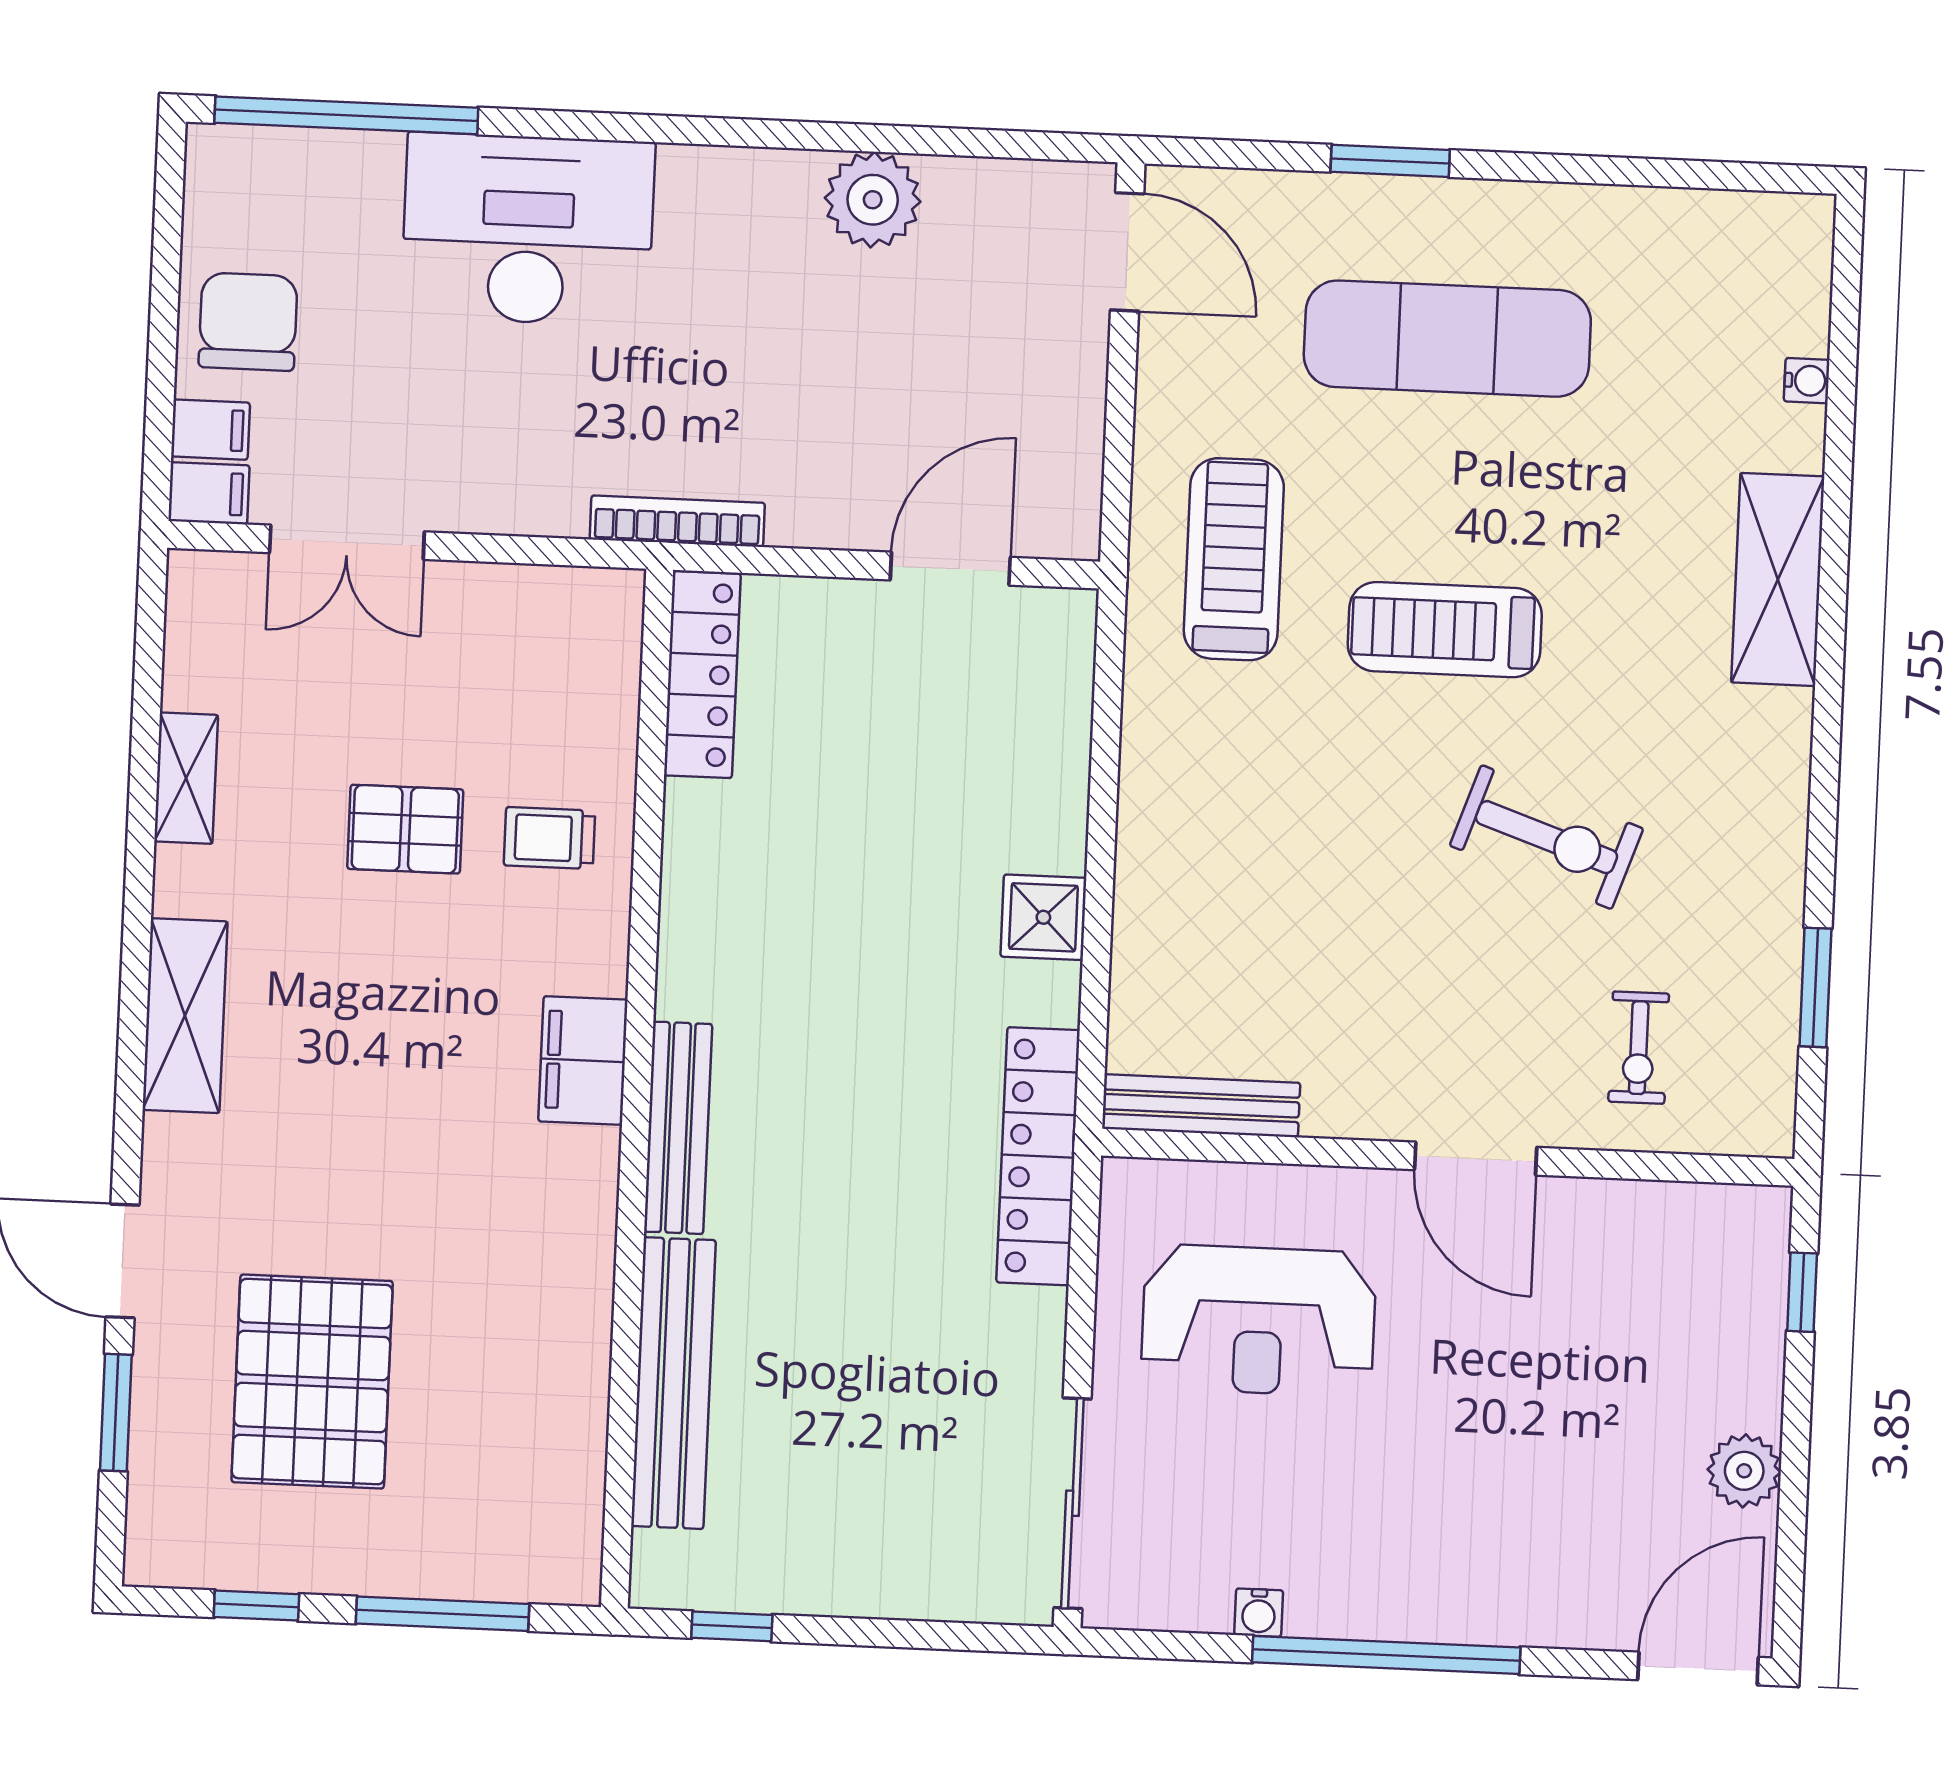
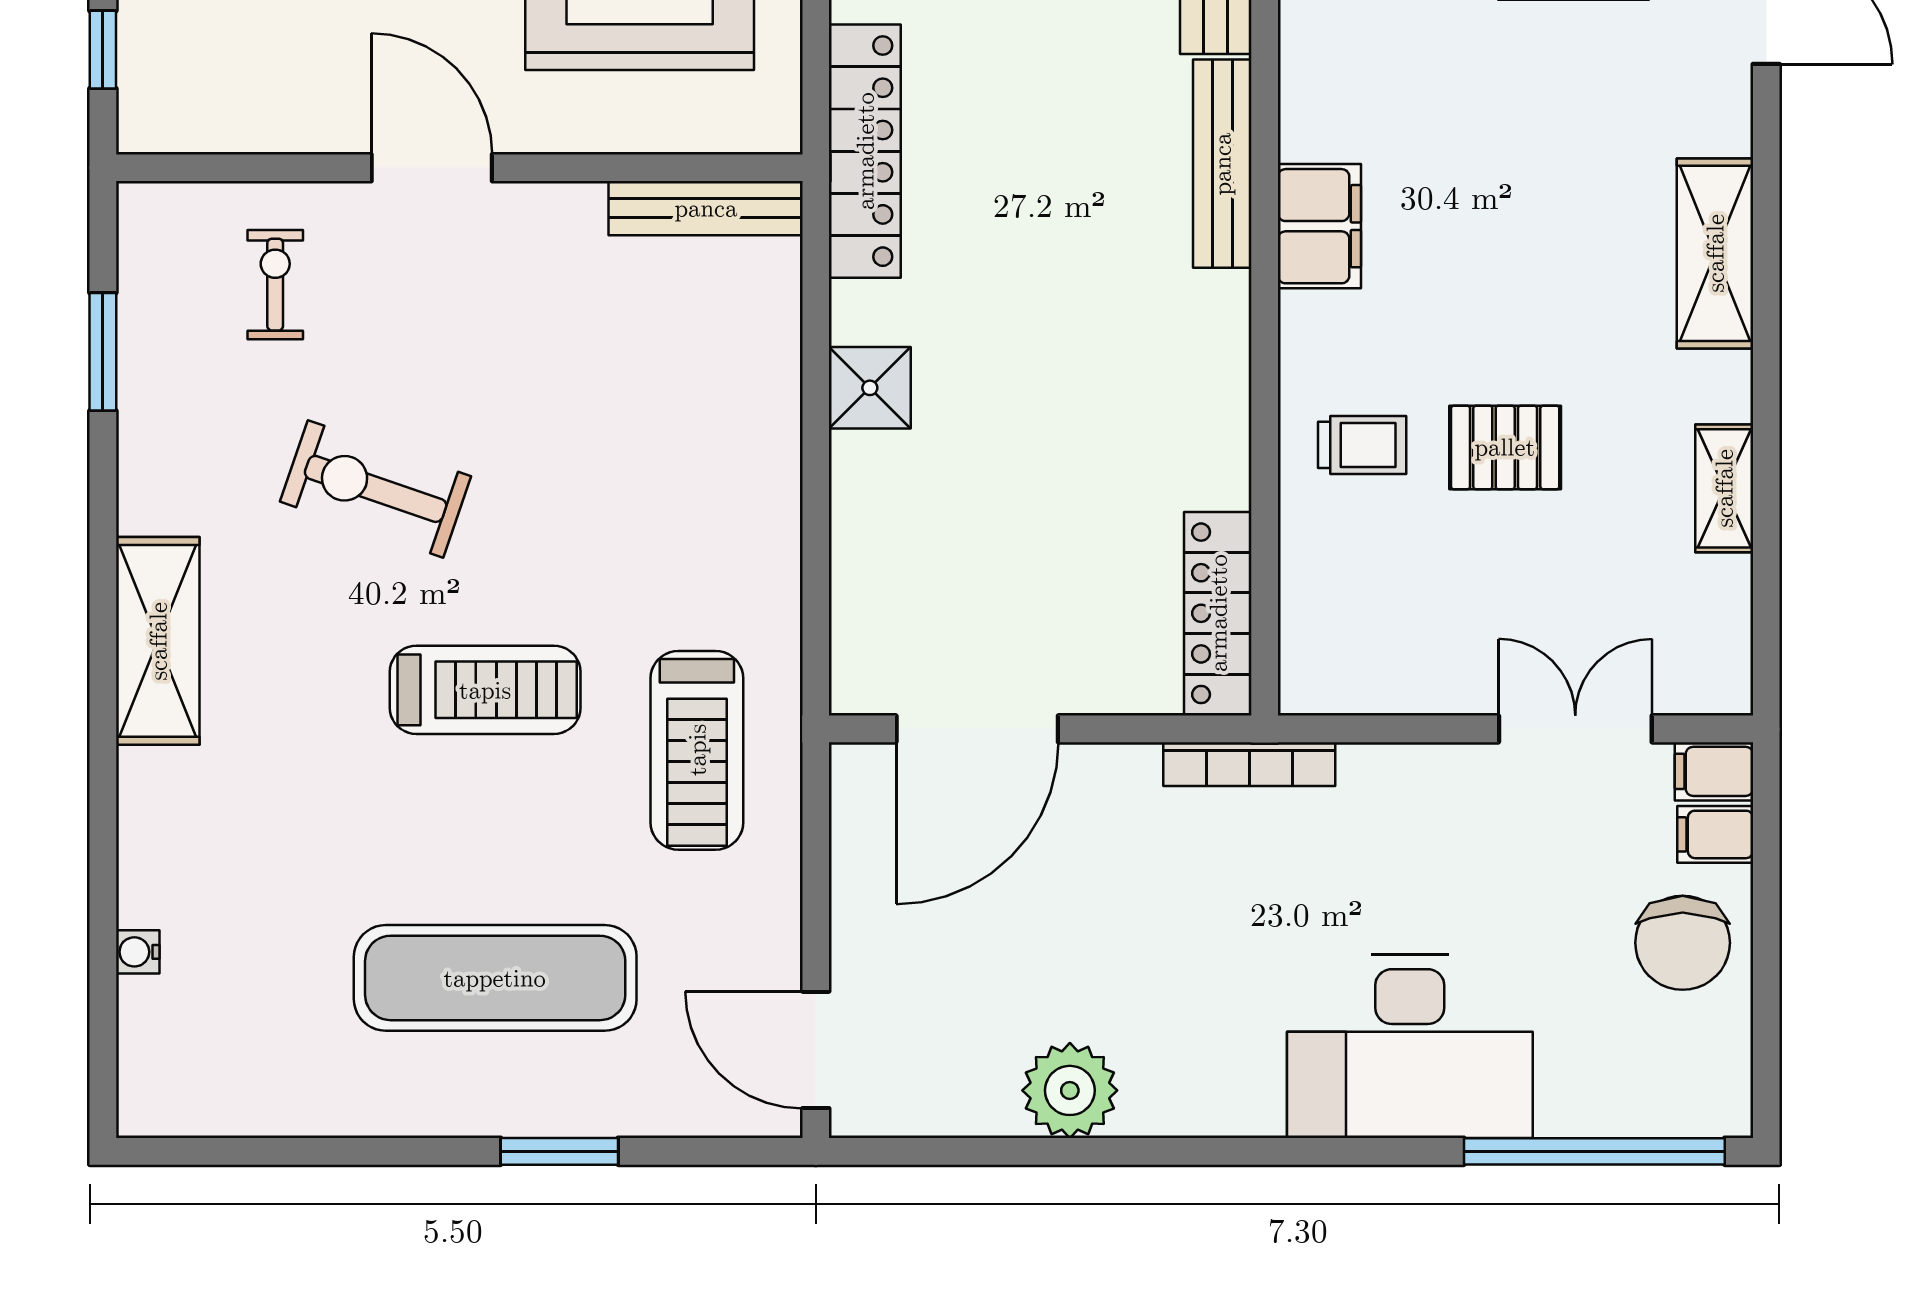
door: (950, 569) -> (977, 729), width x1.36
shelving: (1778, 579) -> (158, 641), moved

